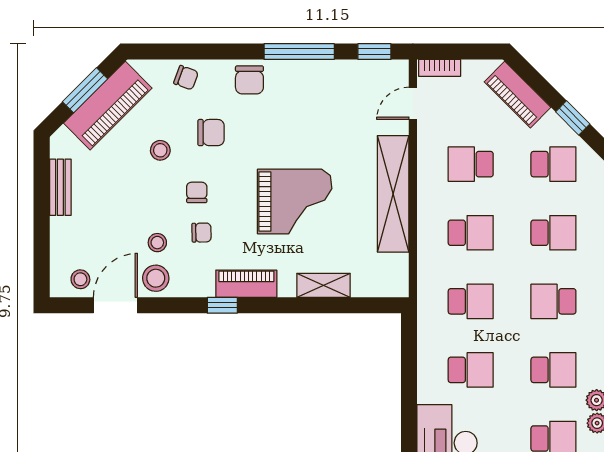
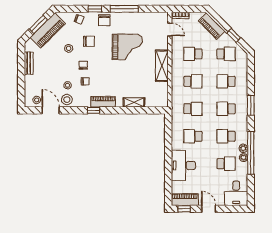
window: (374, 52) -> (95, 9), moved
door: (413, 103) -> (170, 30), swing flipped
shelving: (393, 194) -> (162, 66), width x0.68
grand piano: (295, 201) -> (127, 47), moved
school desk: (553, 233) -> (226, 81), turned 180
door: (115, 305) -> (51, 110), hinge flipped
school desk: (471, 370) -> (193, 136), turned 180
school desk: (553, 370) -> (226, 136), turned 180

